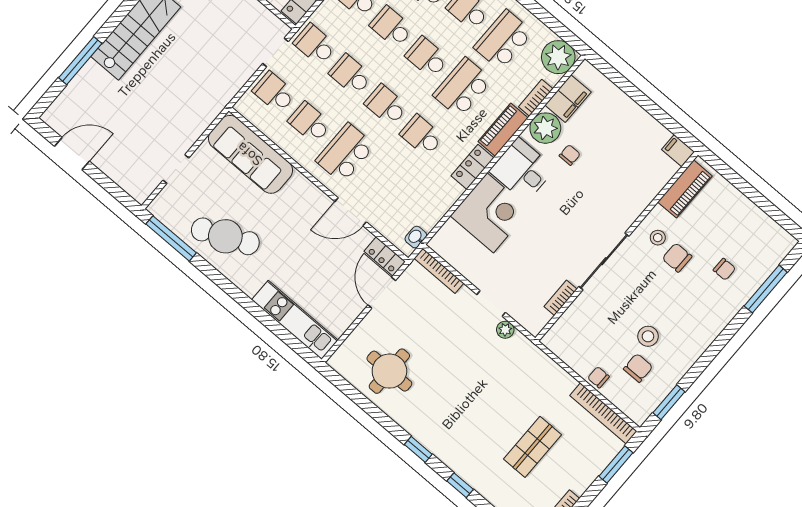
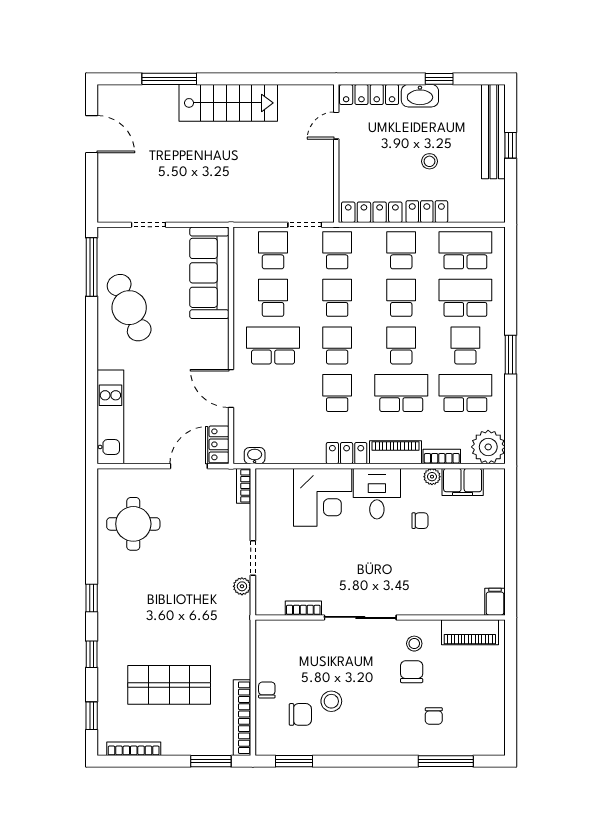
plant: (545, 128) -> (432, 477), width x0.53, depth x0.53
bookcase: (439, 271) -> (244, 486), width x0.64
shop shelf: (532, 447) -> (169, 685), width x1.43, depth x1.36

